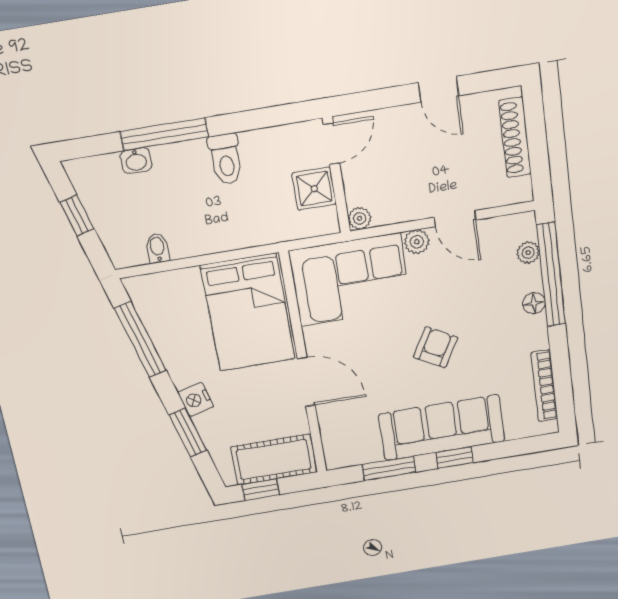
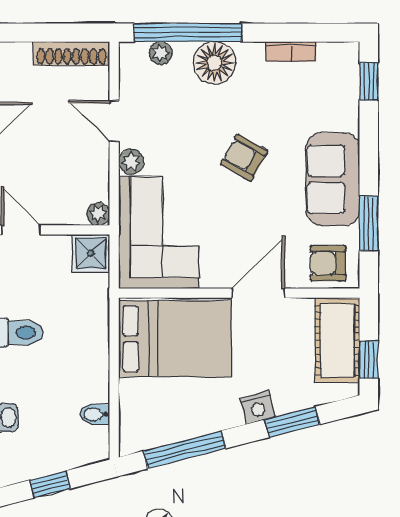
shoe rack: (515, 138) -> (72, 53), moved
shower: (314, 189) -> (91, 253), moved
door: (455, 219) -> (114, 121), swing flipped
floor lamp: (534, 303) -> (214, 63), width x1.89, depth x1.89
bookcase: (544, 386) -> (291, 52), width x0.64
sofa: (442, 428) -> (333, 179), width x0.73
armchair: (346, 439) -> (328, 263), added
window: (455, 458) -> (369, 81), moved

